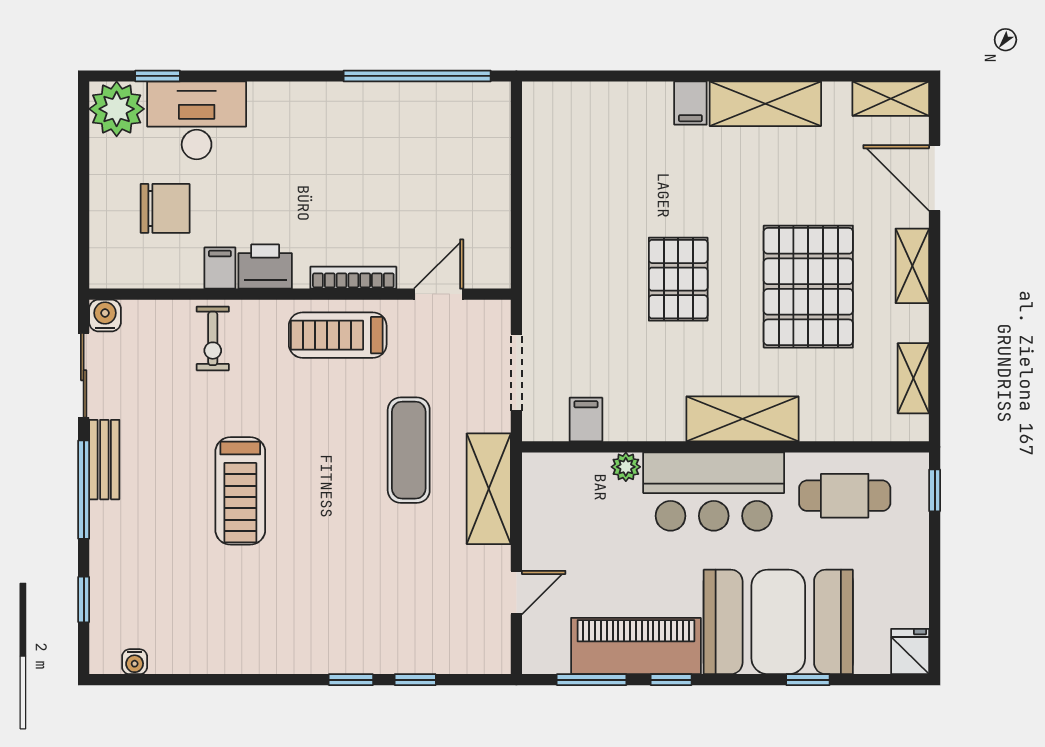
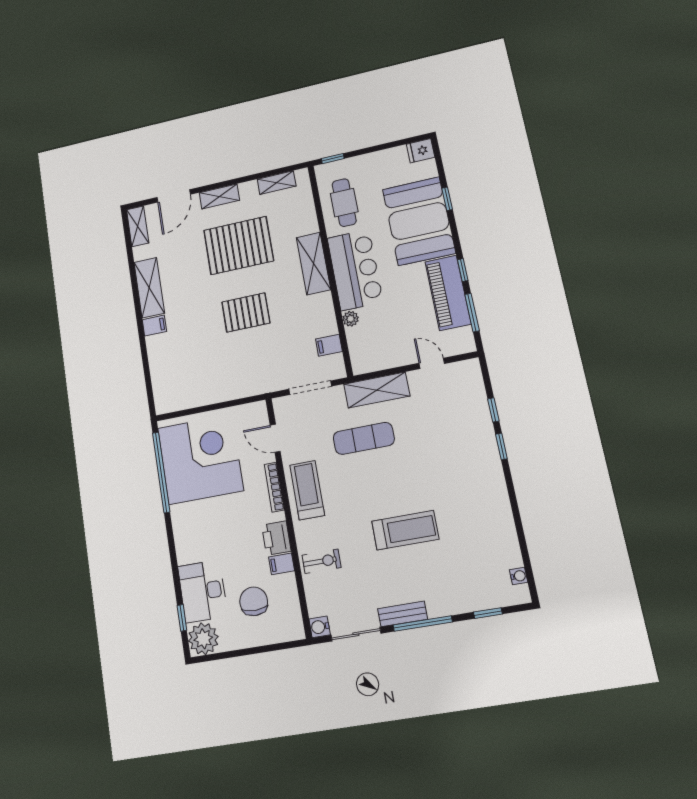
corner desk: (427, 152) -> (200, 459), added
treadmill: (338, 335) -> (307, 490), turned 180

